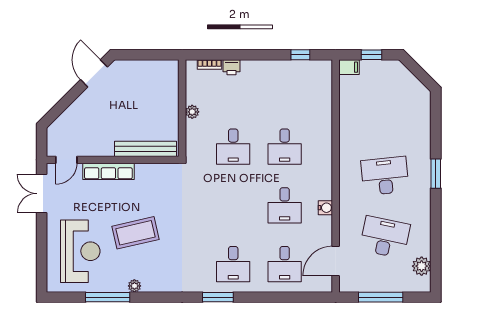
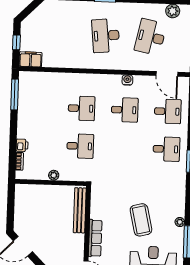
window: (300, 55) -> (15, 94), width x2.17
filing cabinet: (349, 67) -> (31, 59), width x2.00

